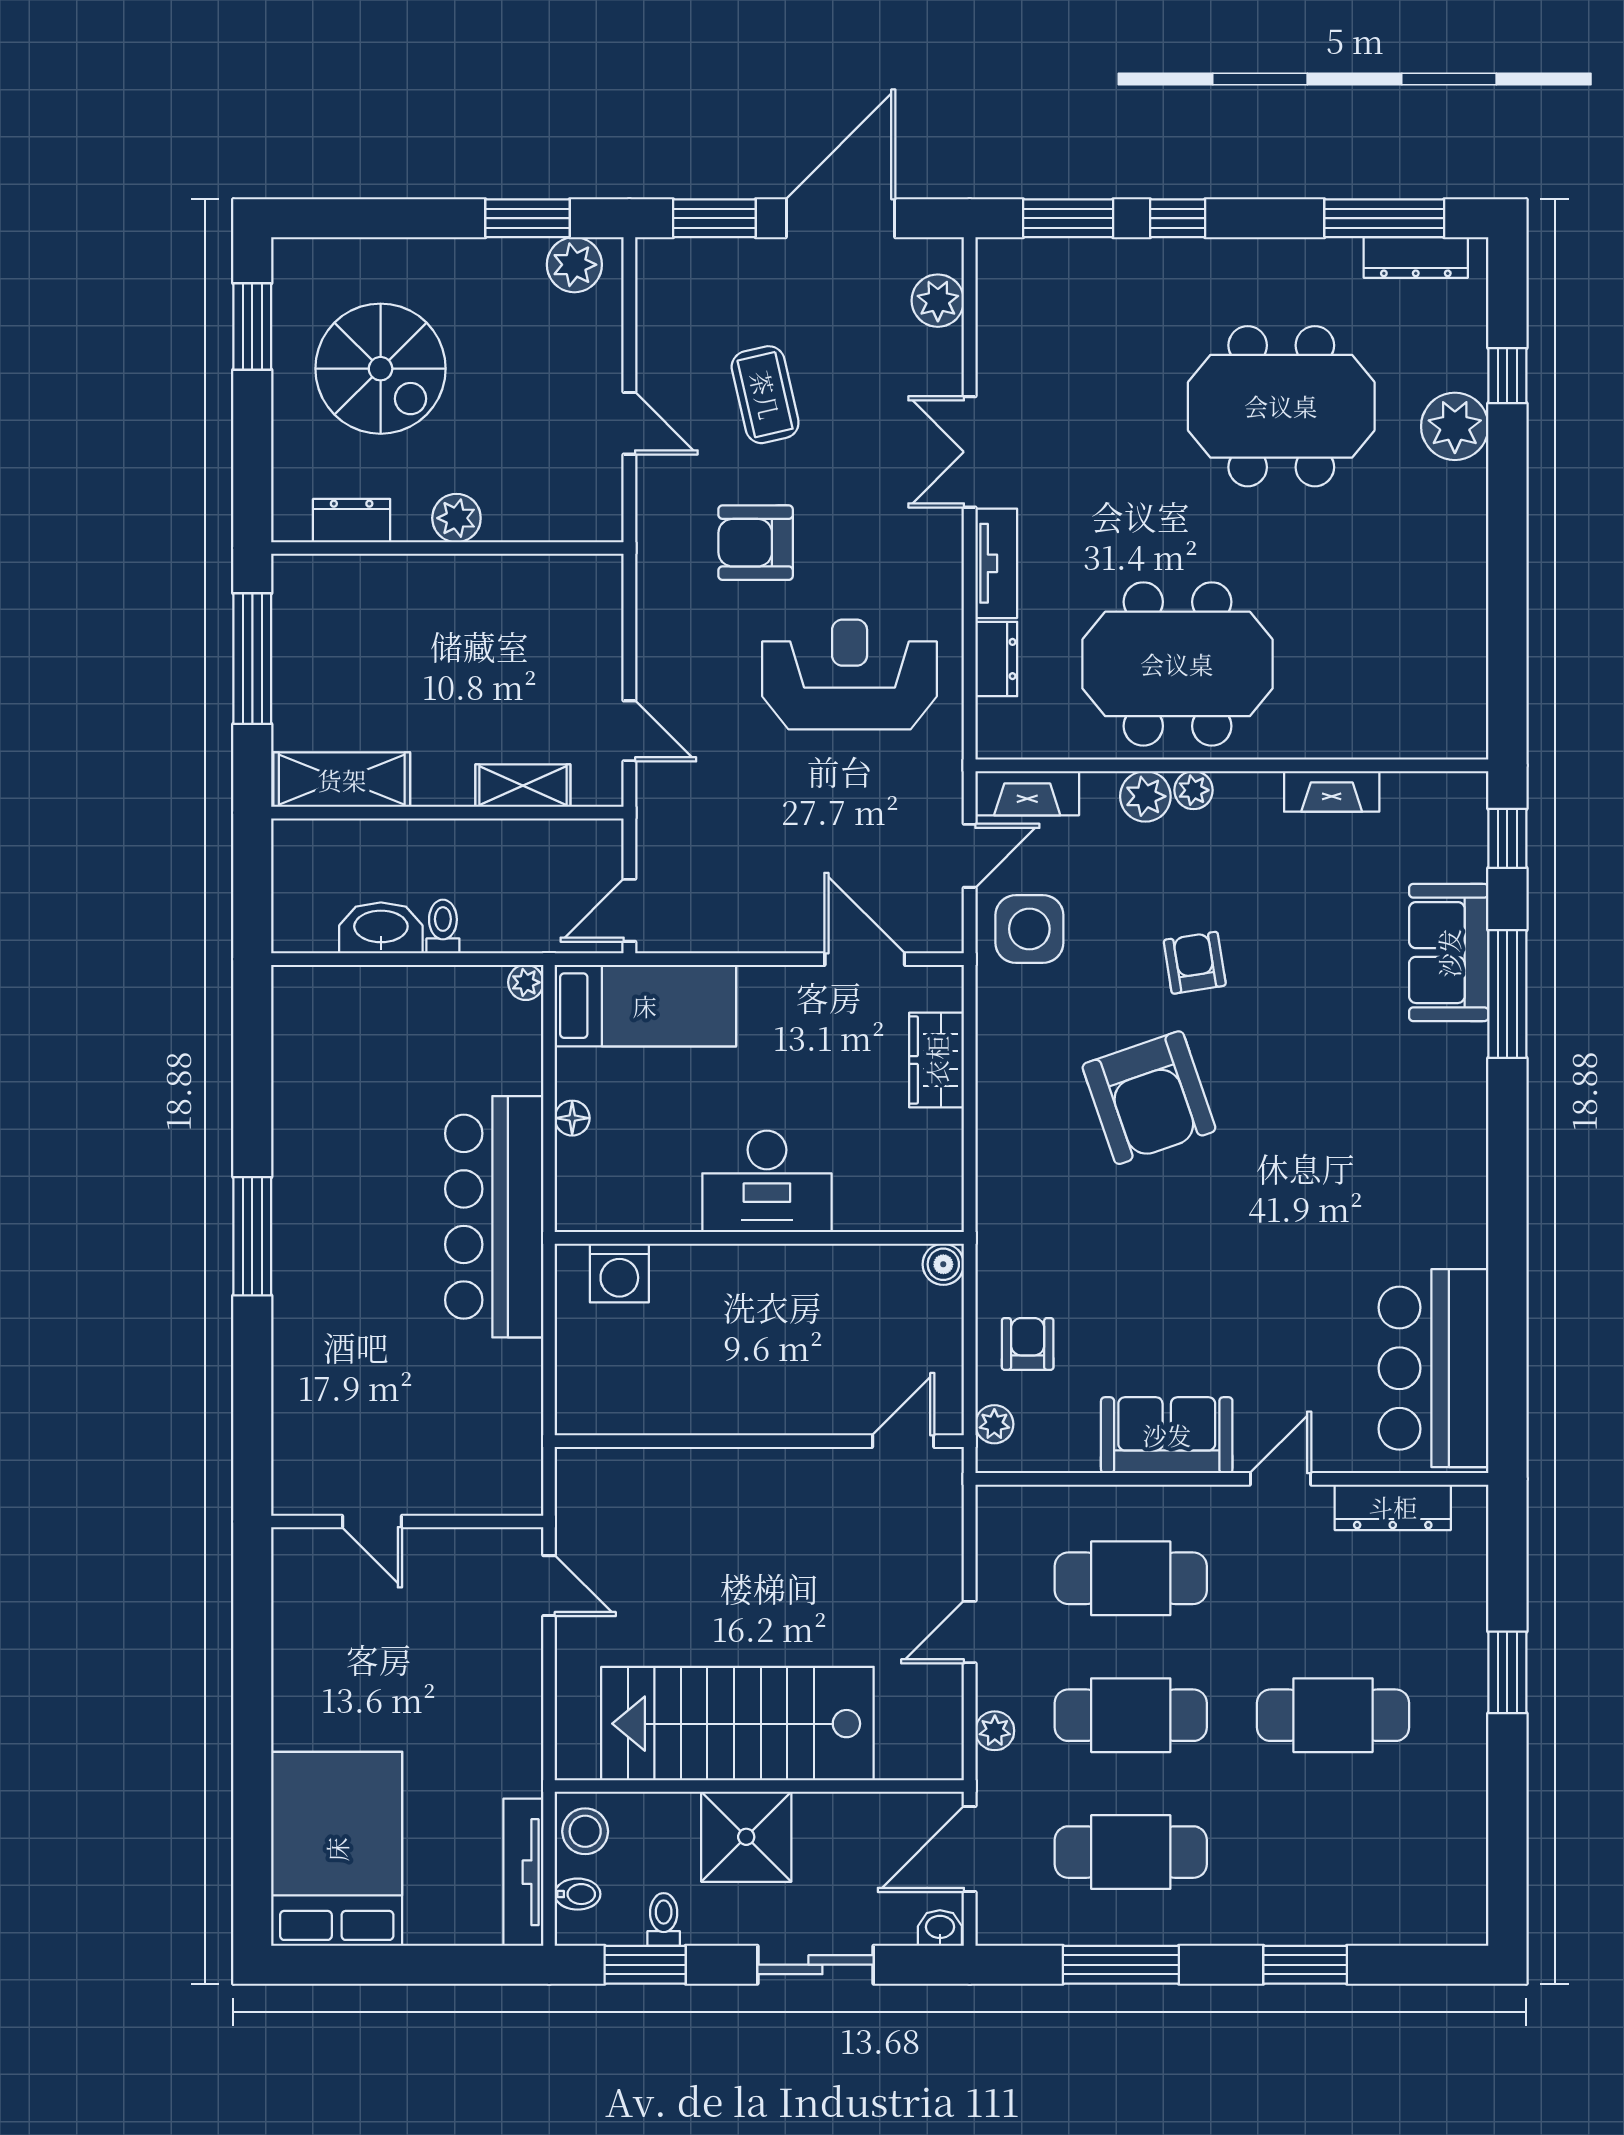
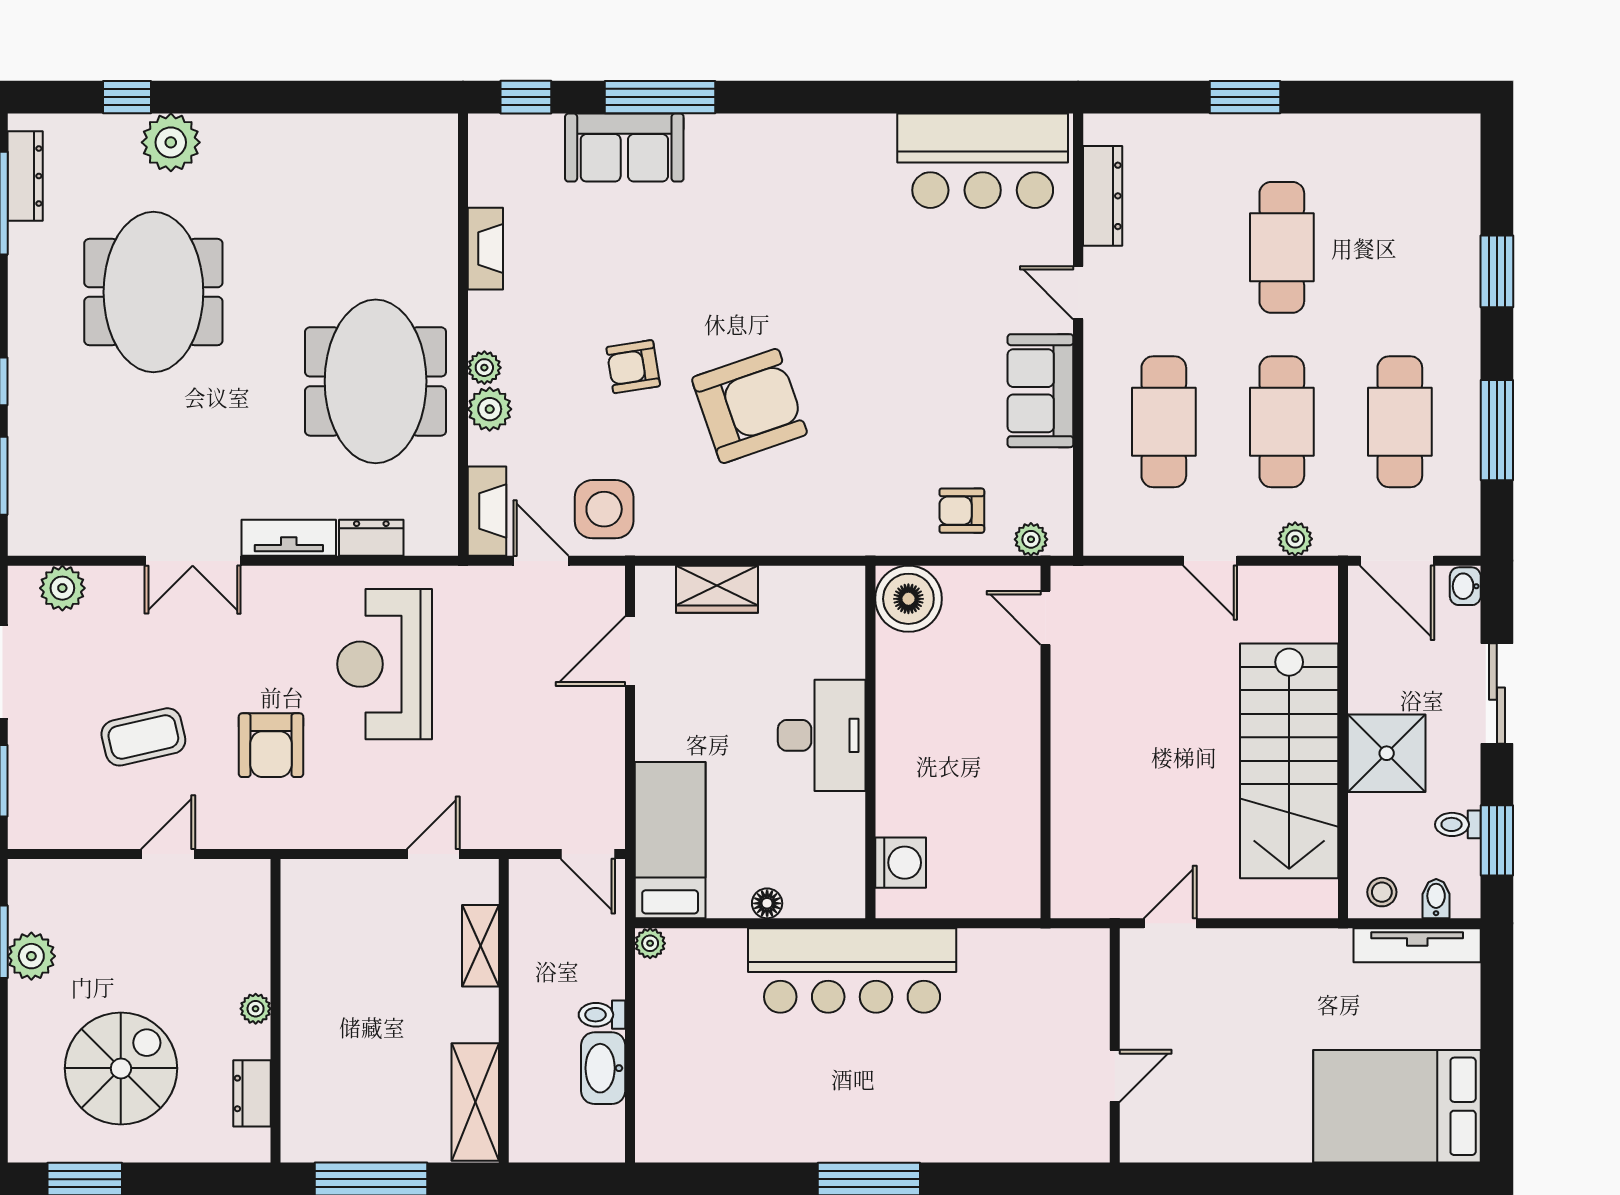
plant: (574, 265) -> (31, 956), moved
plant: (456, 518) -> (256, 1009), width x0.73, depth x0.73
boiler: (943, 1264) -> (908, 599), width x1.86, depth x1.86
stool: (585, 1831) -> (1382, 892), width x0.73, depth x0.73

